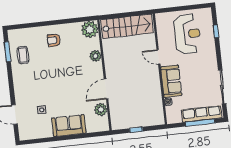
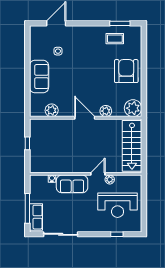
armchair: (54, 40) -> (126, 71), width x1.88, depth x1.88
plant: (163, 44) -> (110, 180), added
door: (106, 89) -> (85, 118), moved
row of seats: (202, 114) -> (36, 217), width x0.68

